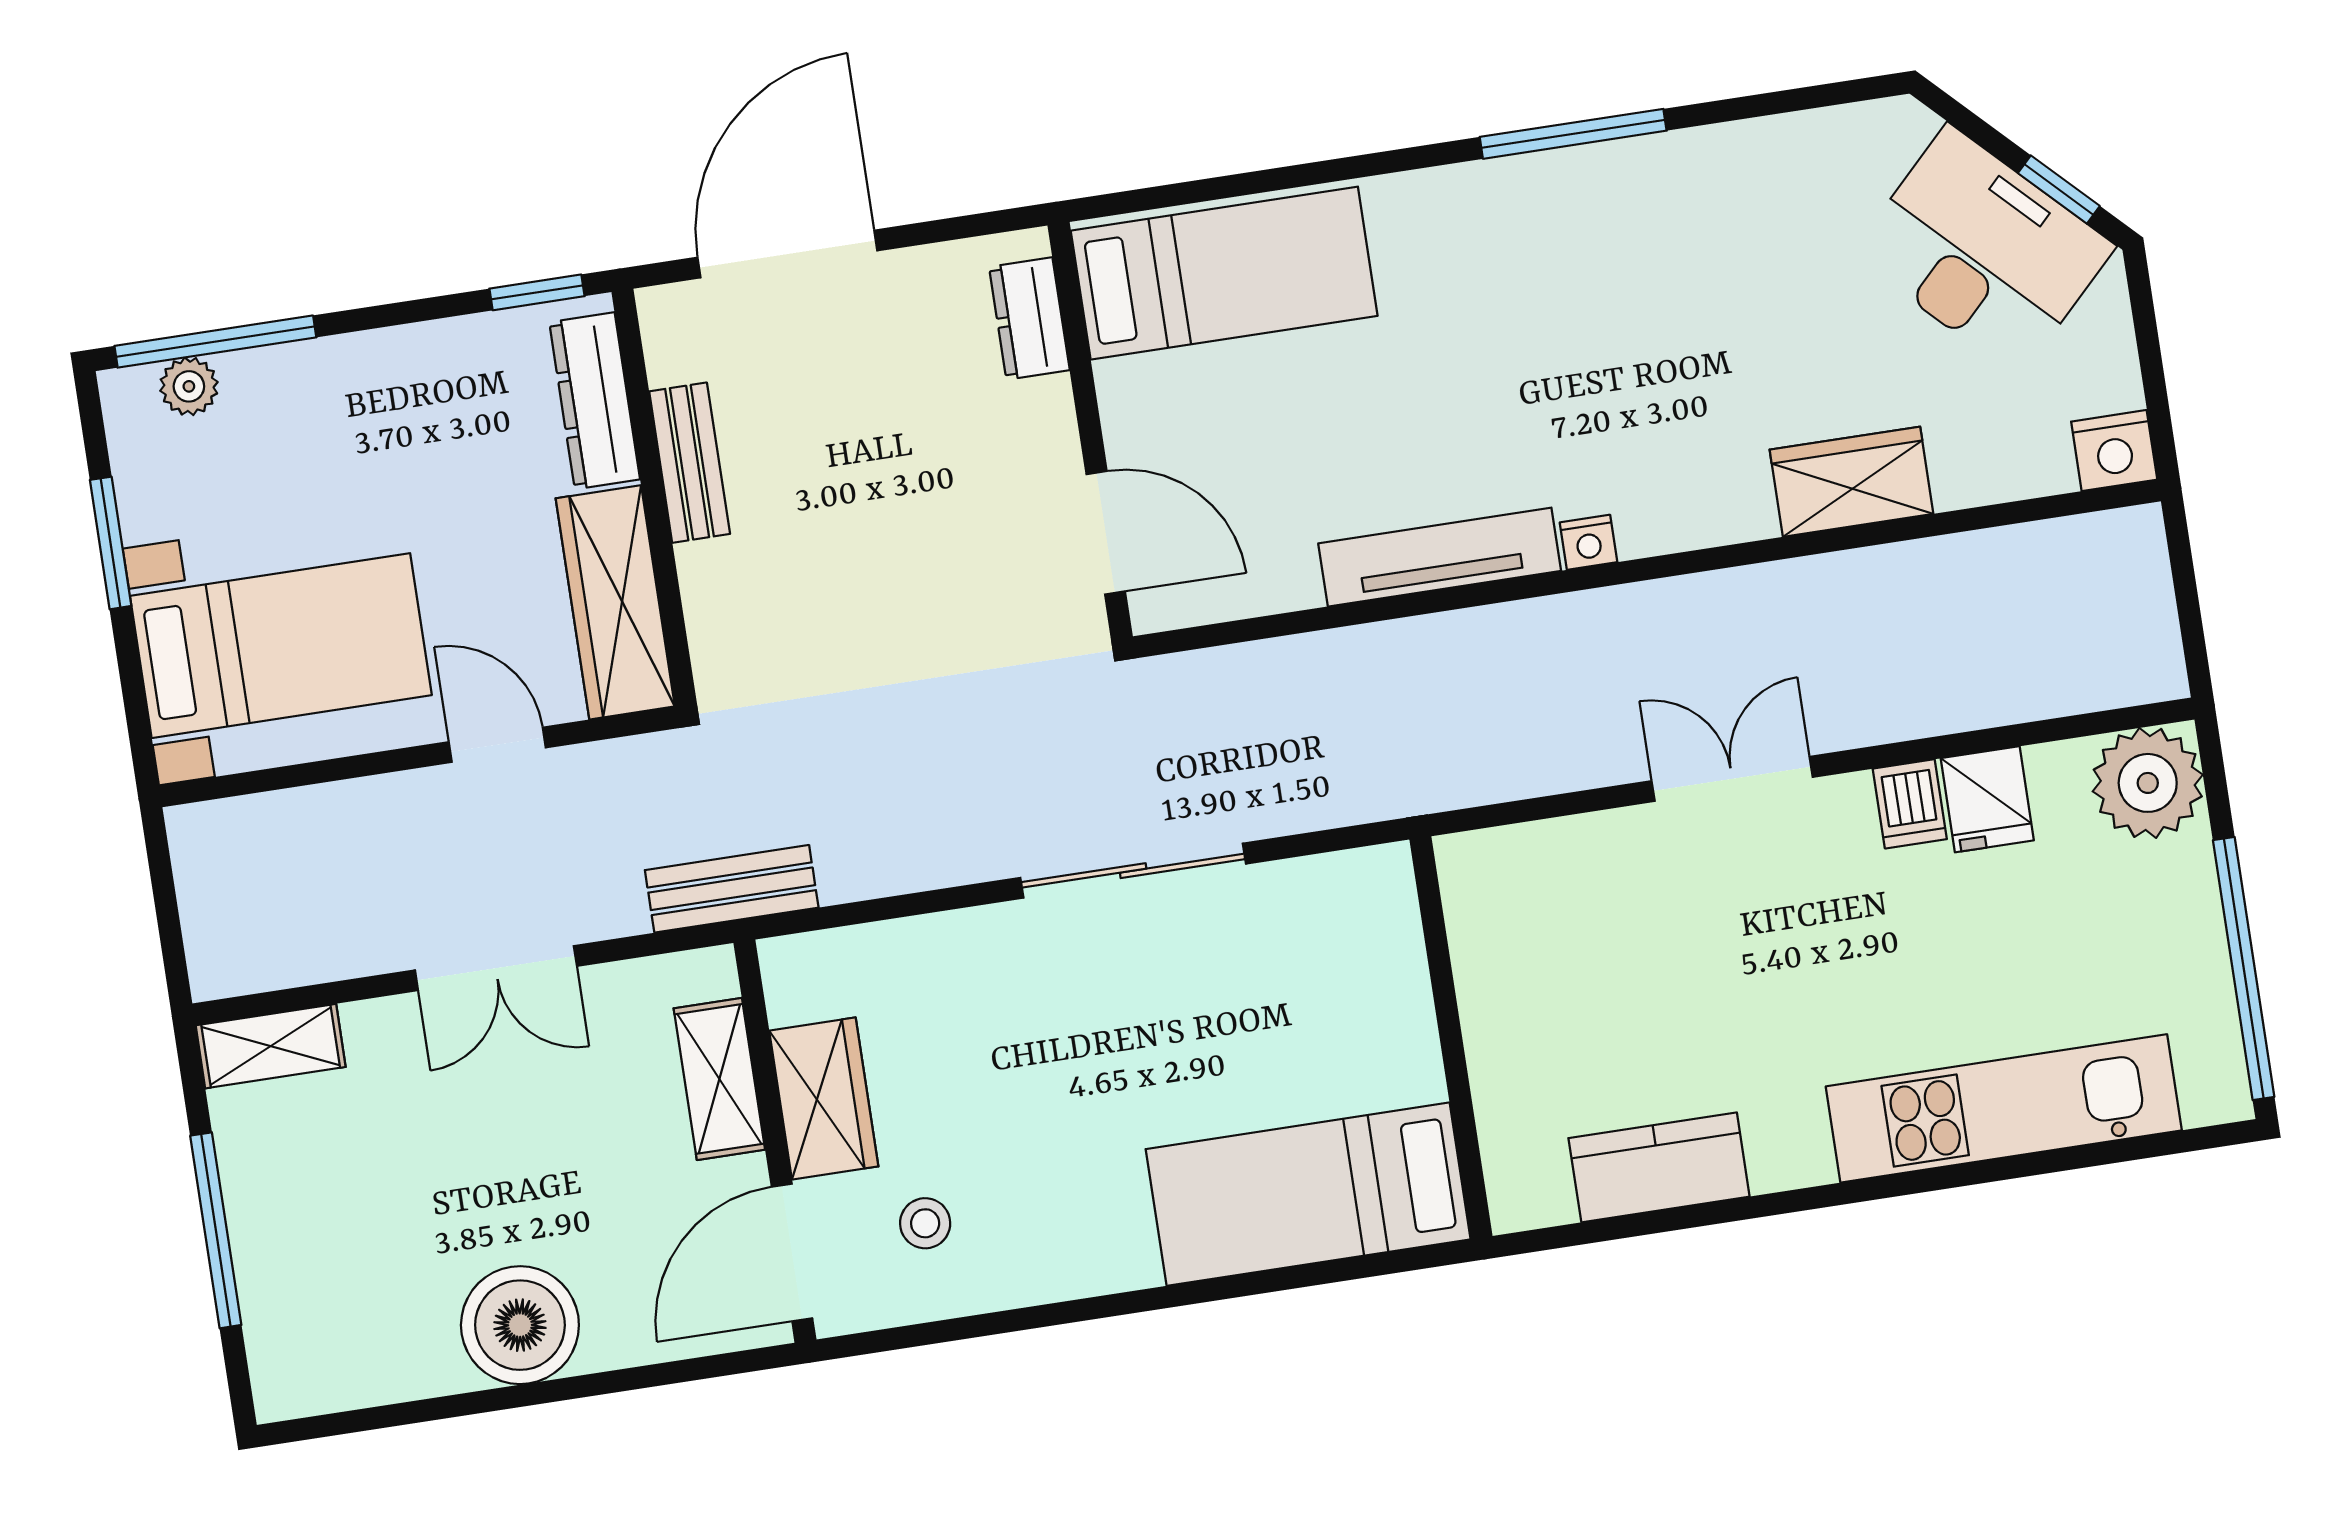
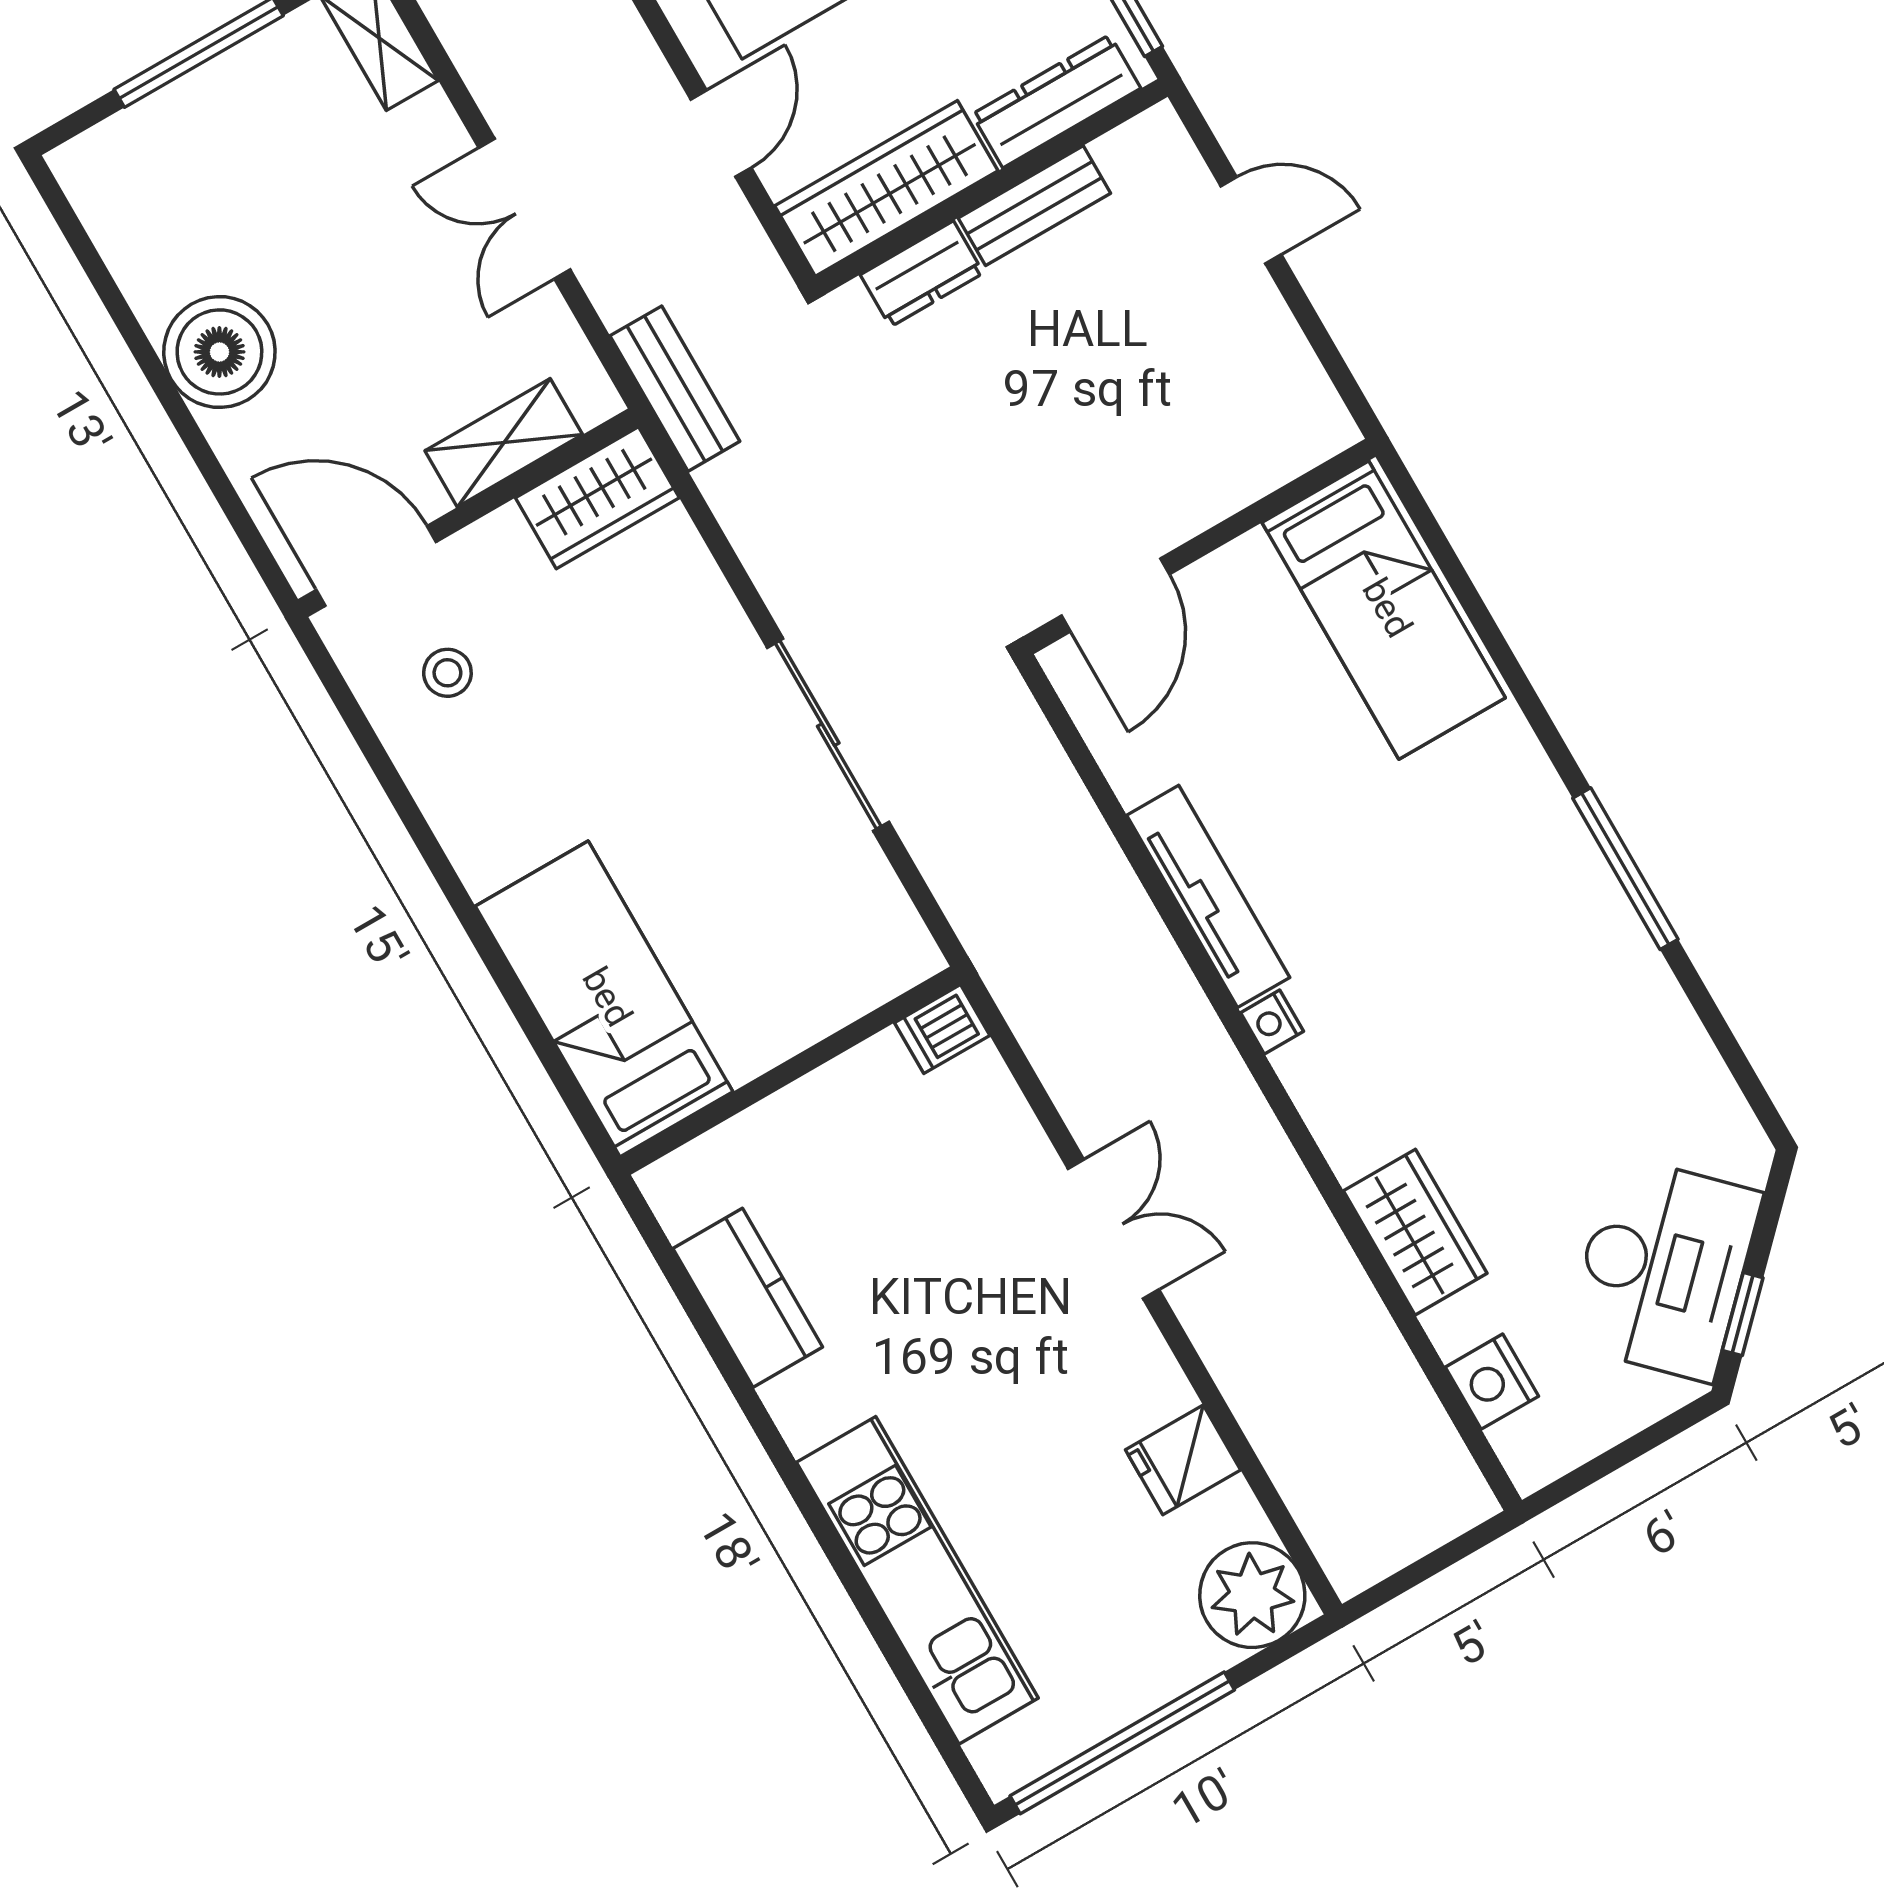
door: (787, 254) -> (1251, 220), width x0.53
dresser: (1029, 318) -> (922, 274), moved, turned 180
nightstand: (2114, 451) -> (1492, 1382), moved
dishwasher: (1910, 804) -> (942, 1029), moved
wardrobe: (824, 1098) -> (597, 498), moved

